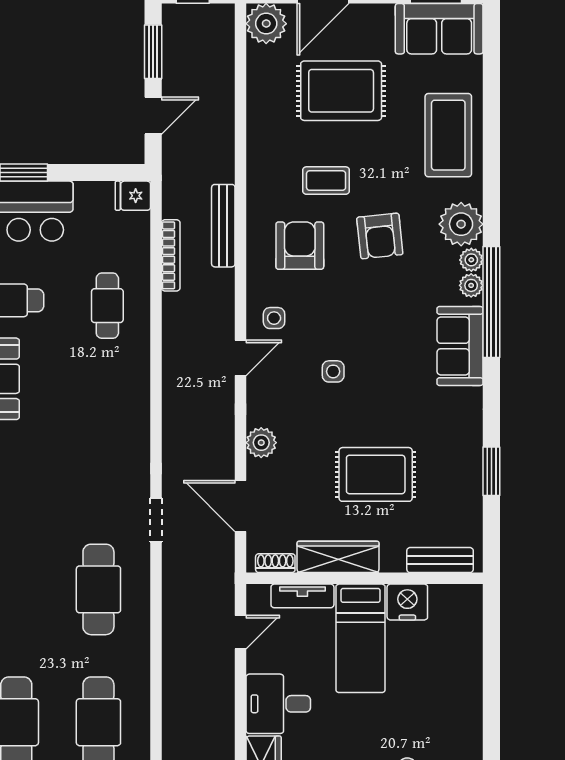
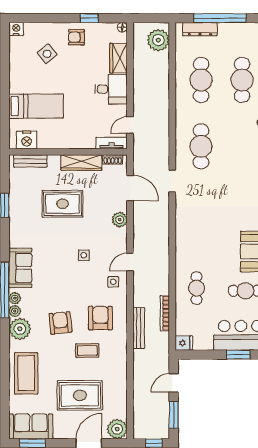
armchair: (300, 246) -> (100, 318), turned 180
tv unit: (302, 596) -> (112, 143), moved
nightstand: (407, 602) -> (27, 140), moved
bed: (361, 638) -> (36, 106), moved, turned 90

